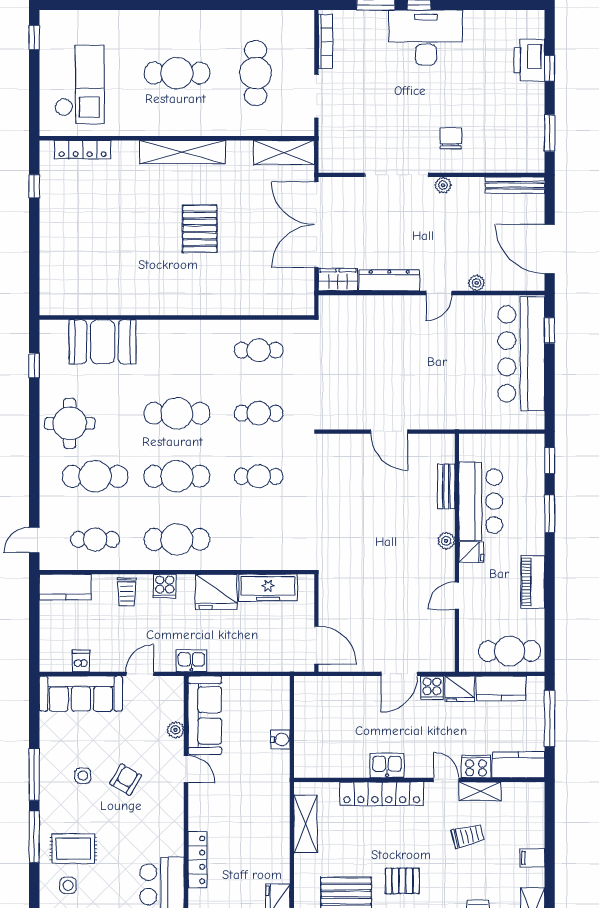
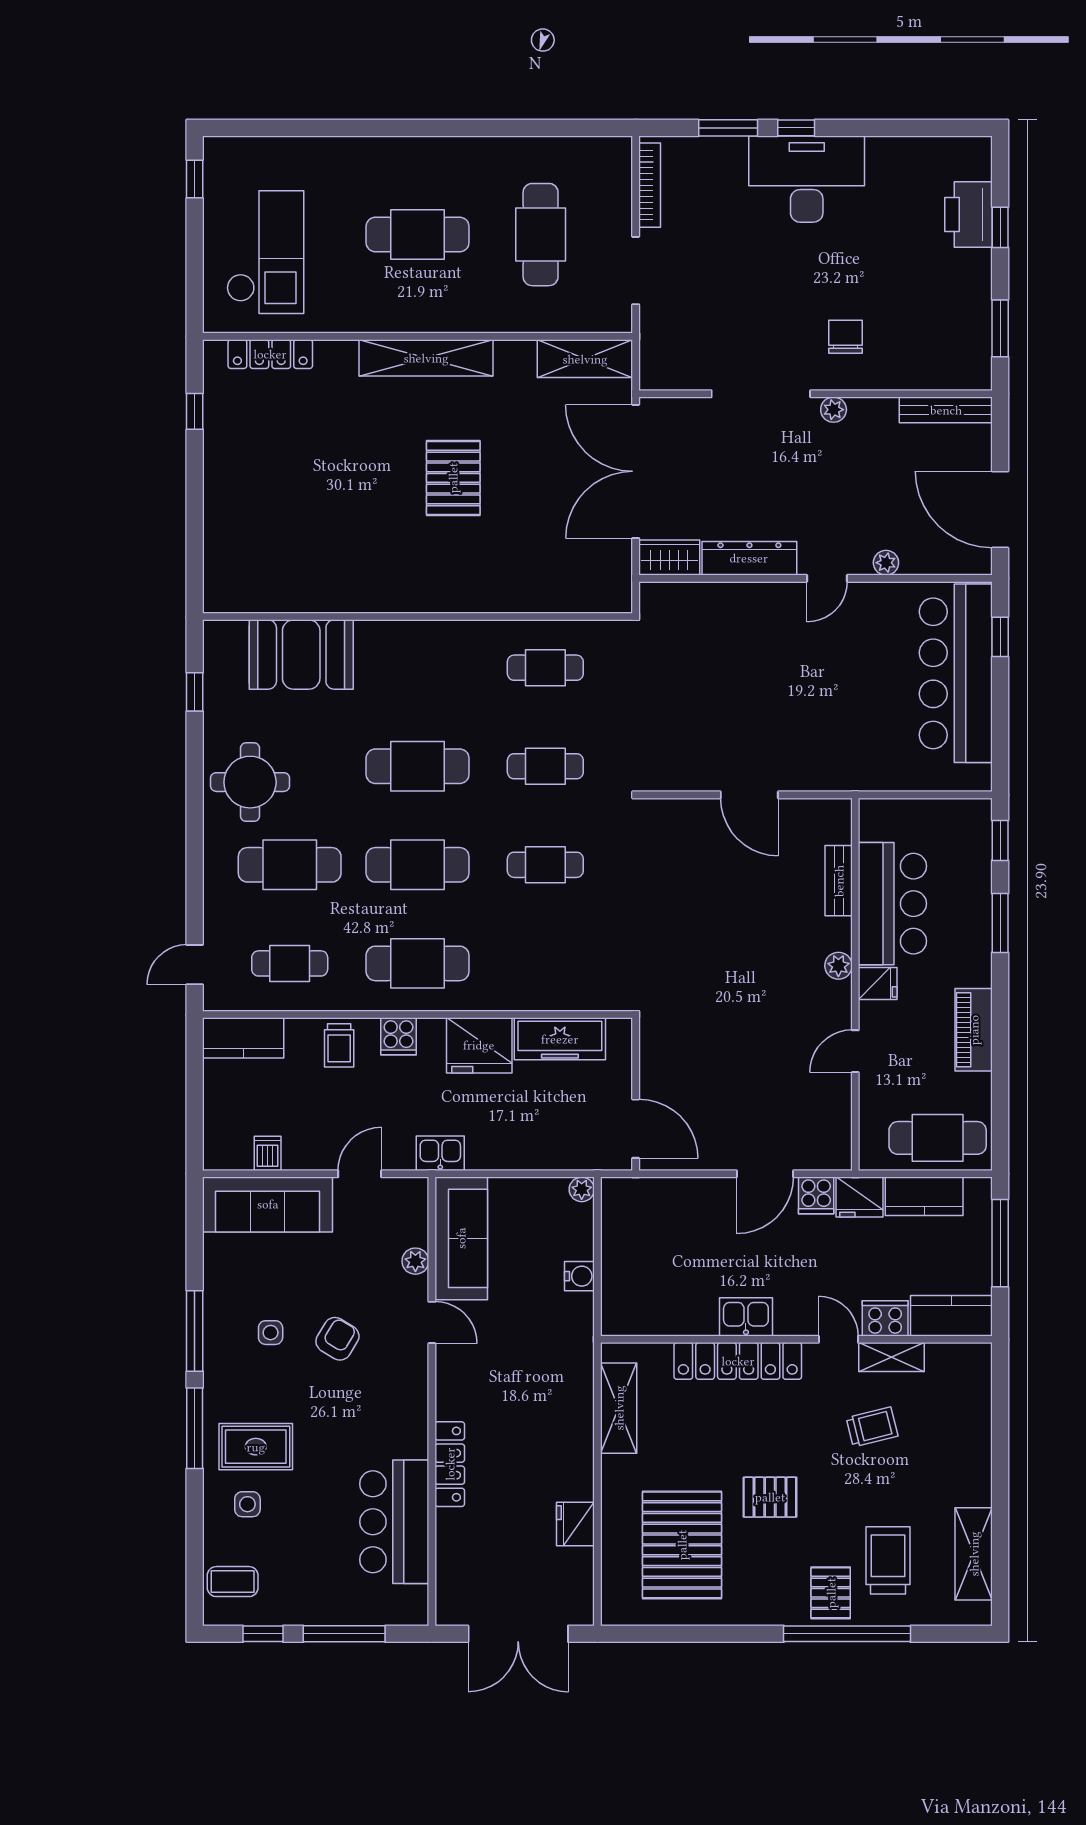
plant: (282, 684) -> (582, 1189), added
filing cabinet: (532, 858) -> (973, 1461), removed

